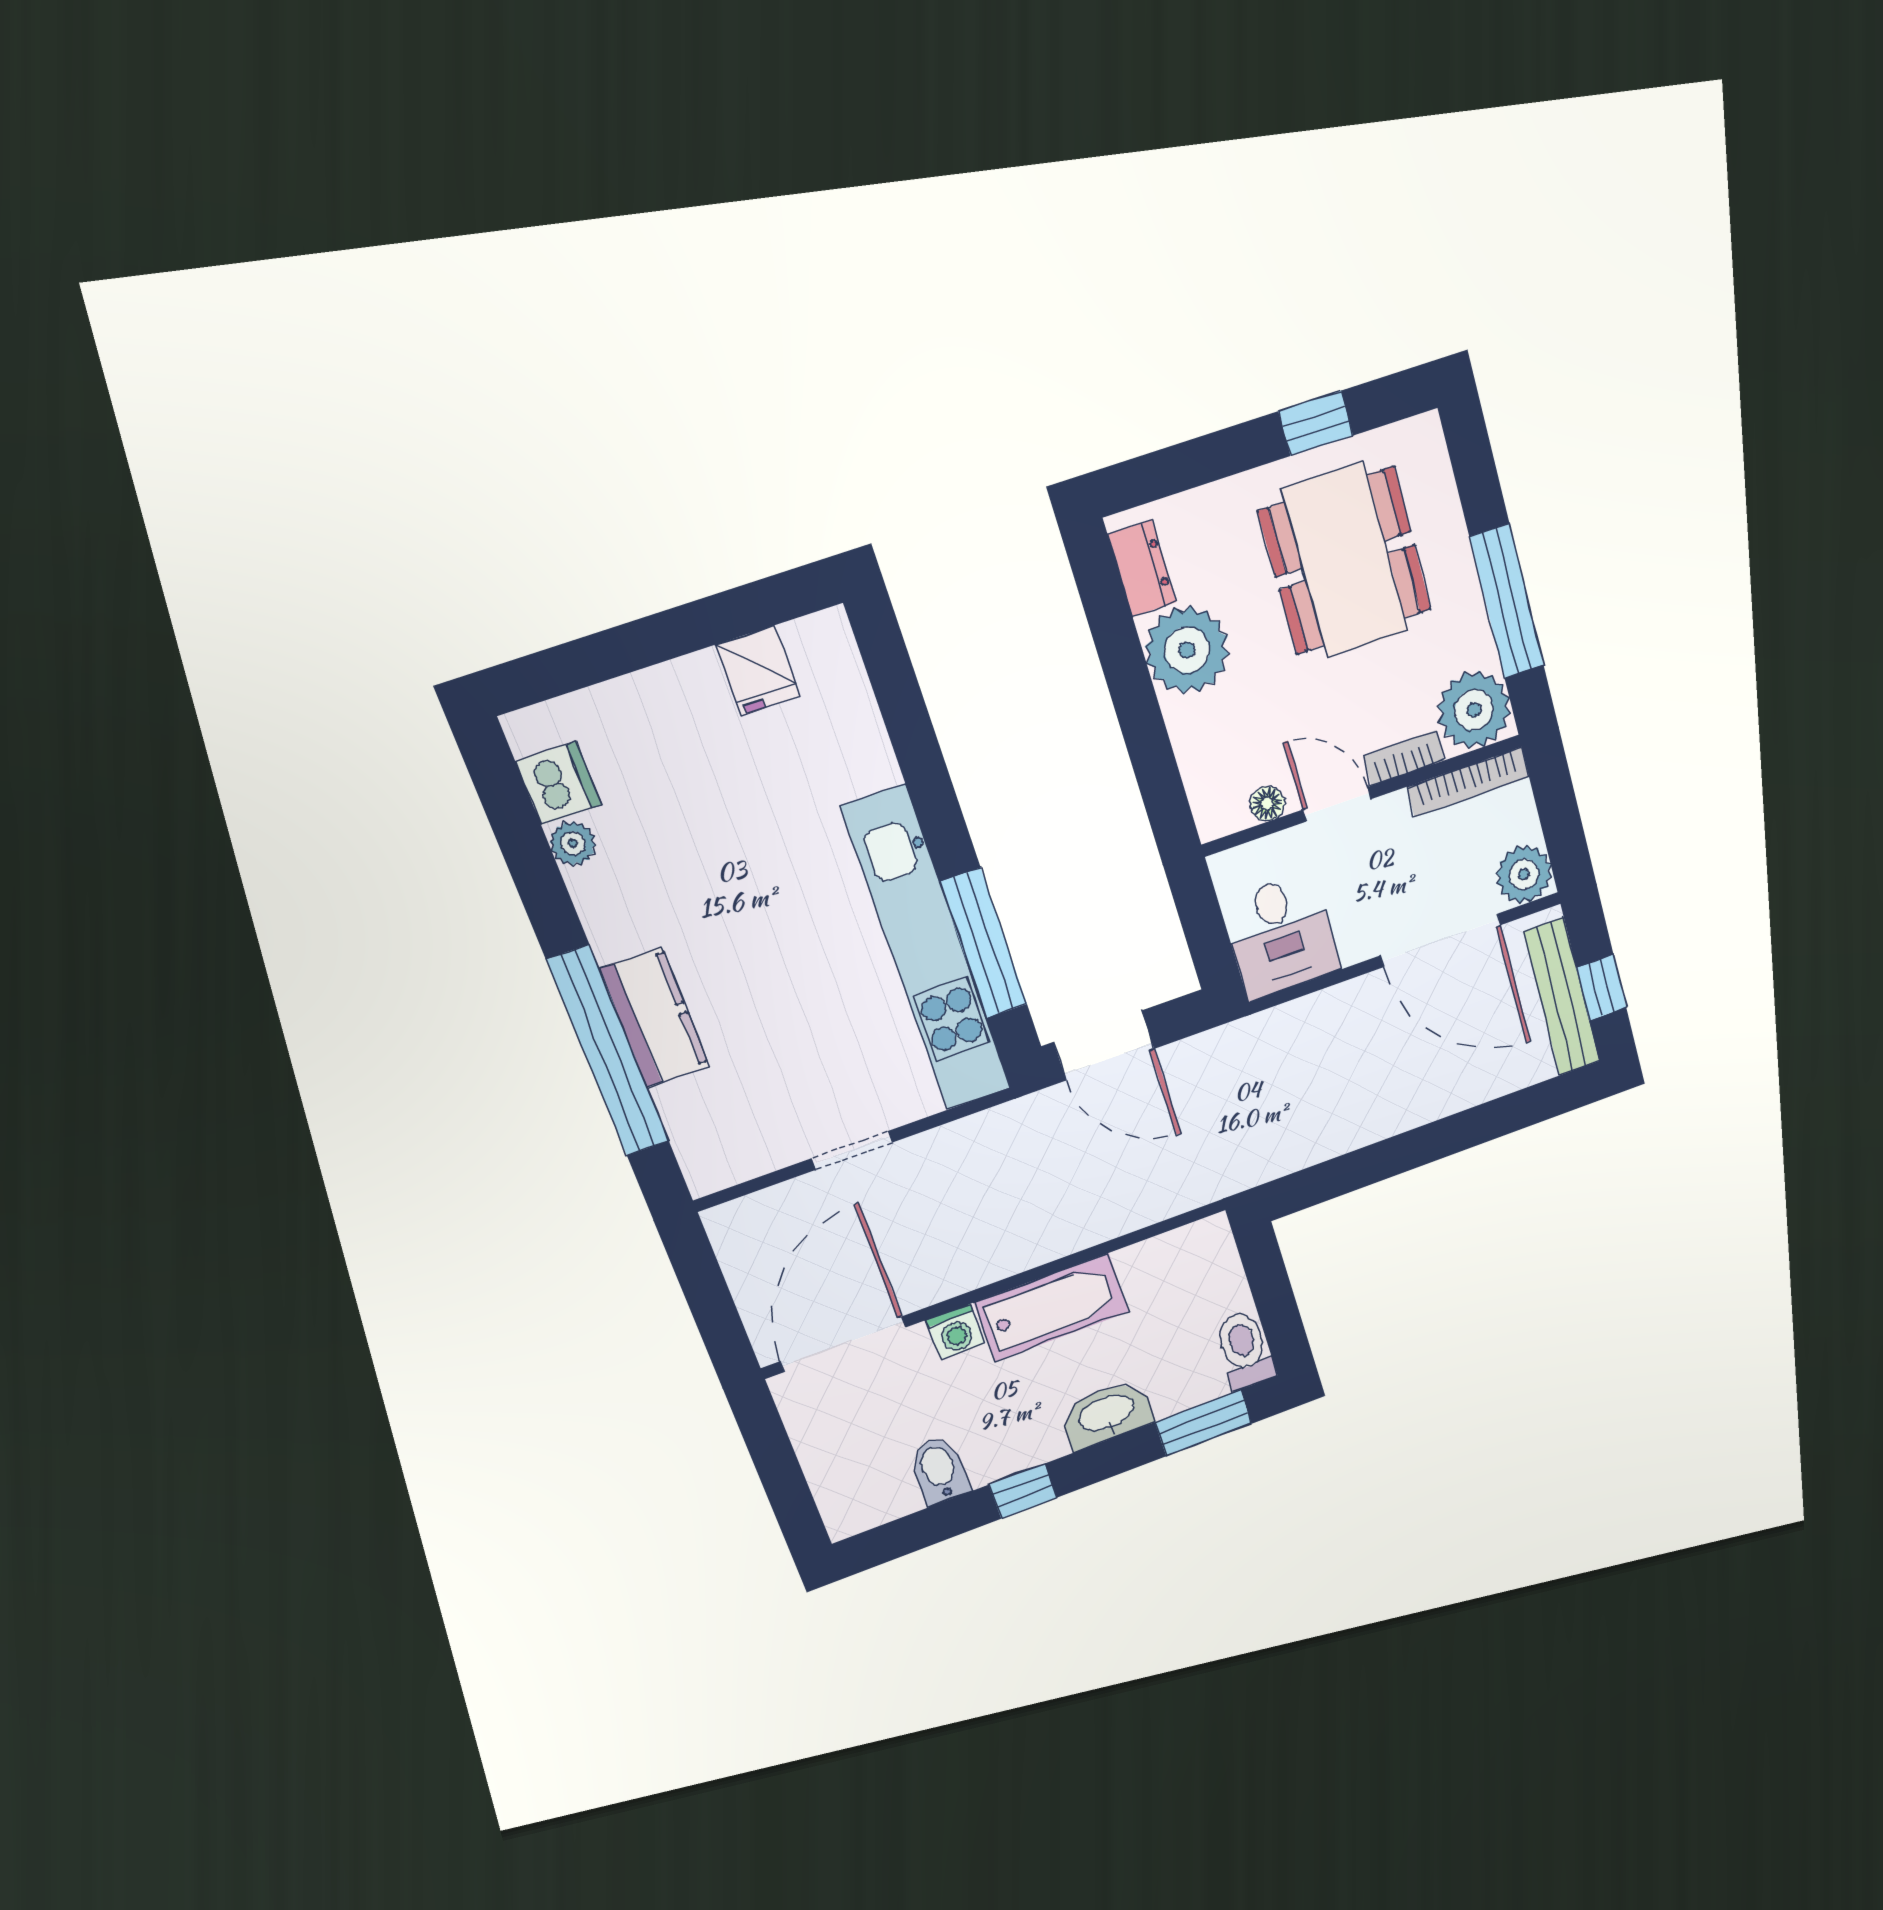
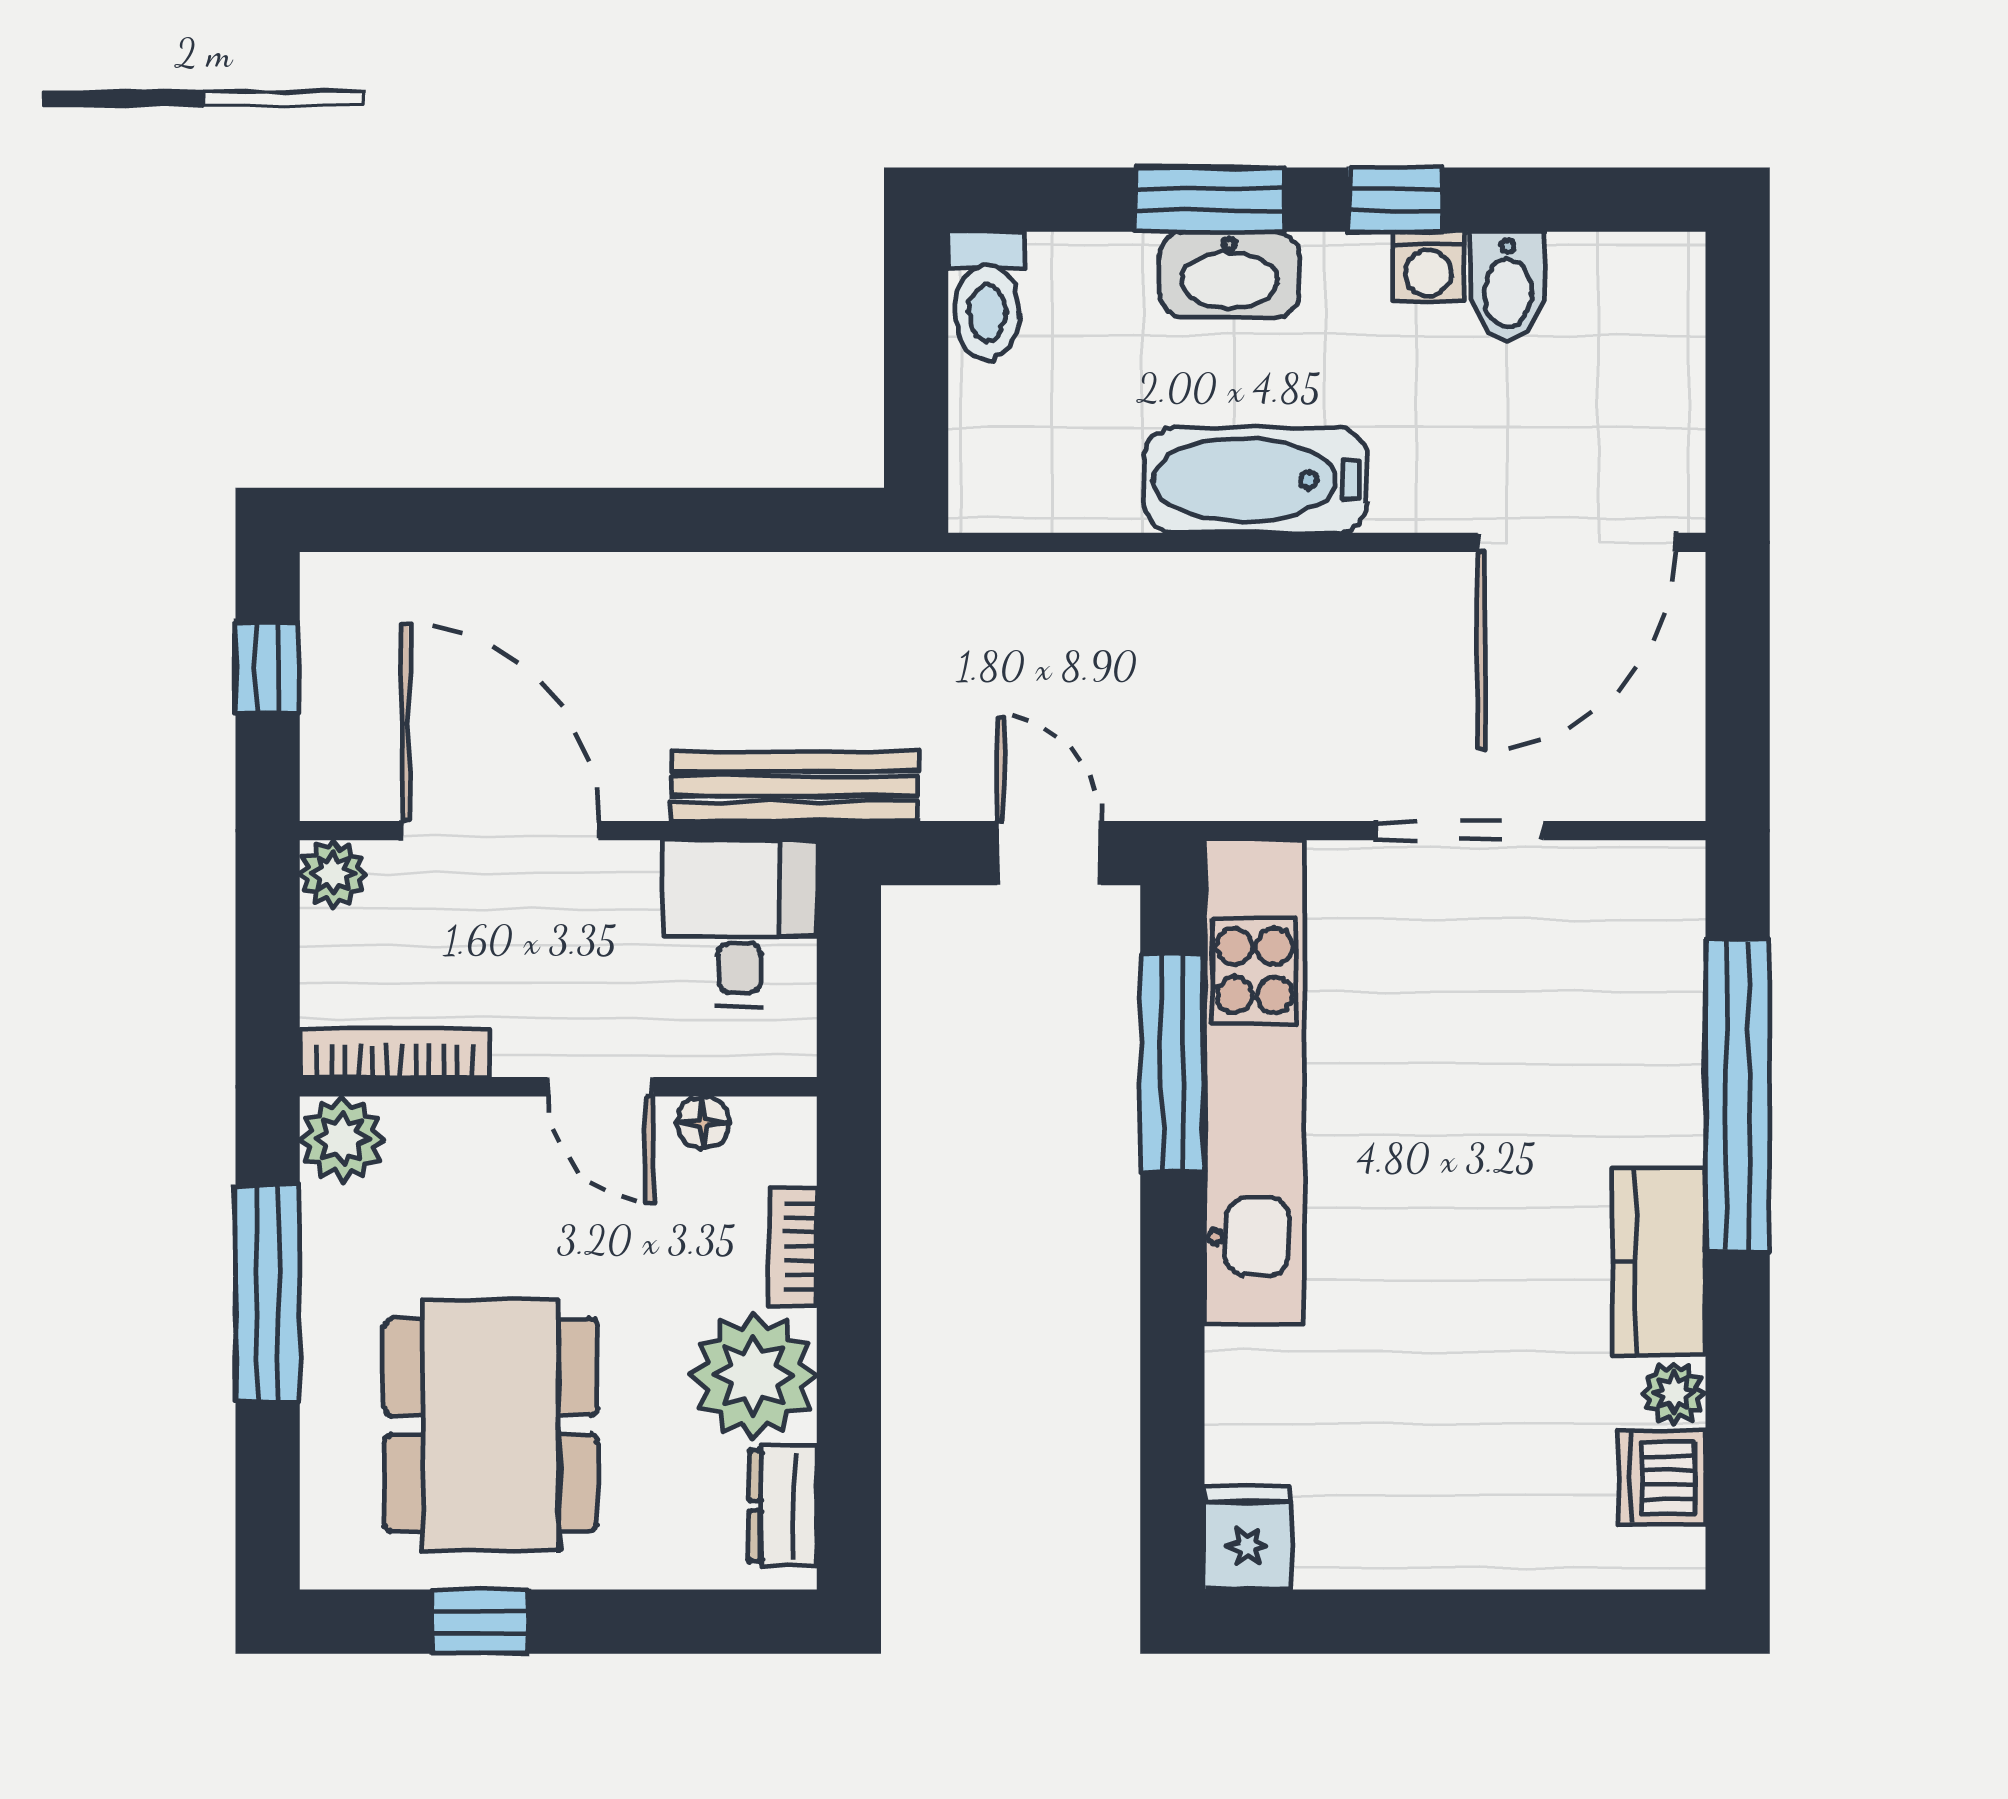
fridge: (758, 670) -> (1247, 1538), moved
plant: (1474, 710) -> (342, 1139), width x0.73, depth x0.73
bookcase: (1404, 758) -> (793, 1246), moved, turned 90
plant: (1524, 874) -> (333, 873), width x0.73, depth x0.73
bench: (1562, 997) -> (795, 786), moved, turned 90
kitchen counter: (654, 1018) -> (1659, 1261), moved
door: (1104, 1045) -> (1049, 853), width x0.73
doorway: (852, 1150) -> (1460, 831), width x1.38
washing machine: (955, 1332) -> (1428, 267), moved, turned 180
window: (1203, 1423) -> (1210, 200), moved

